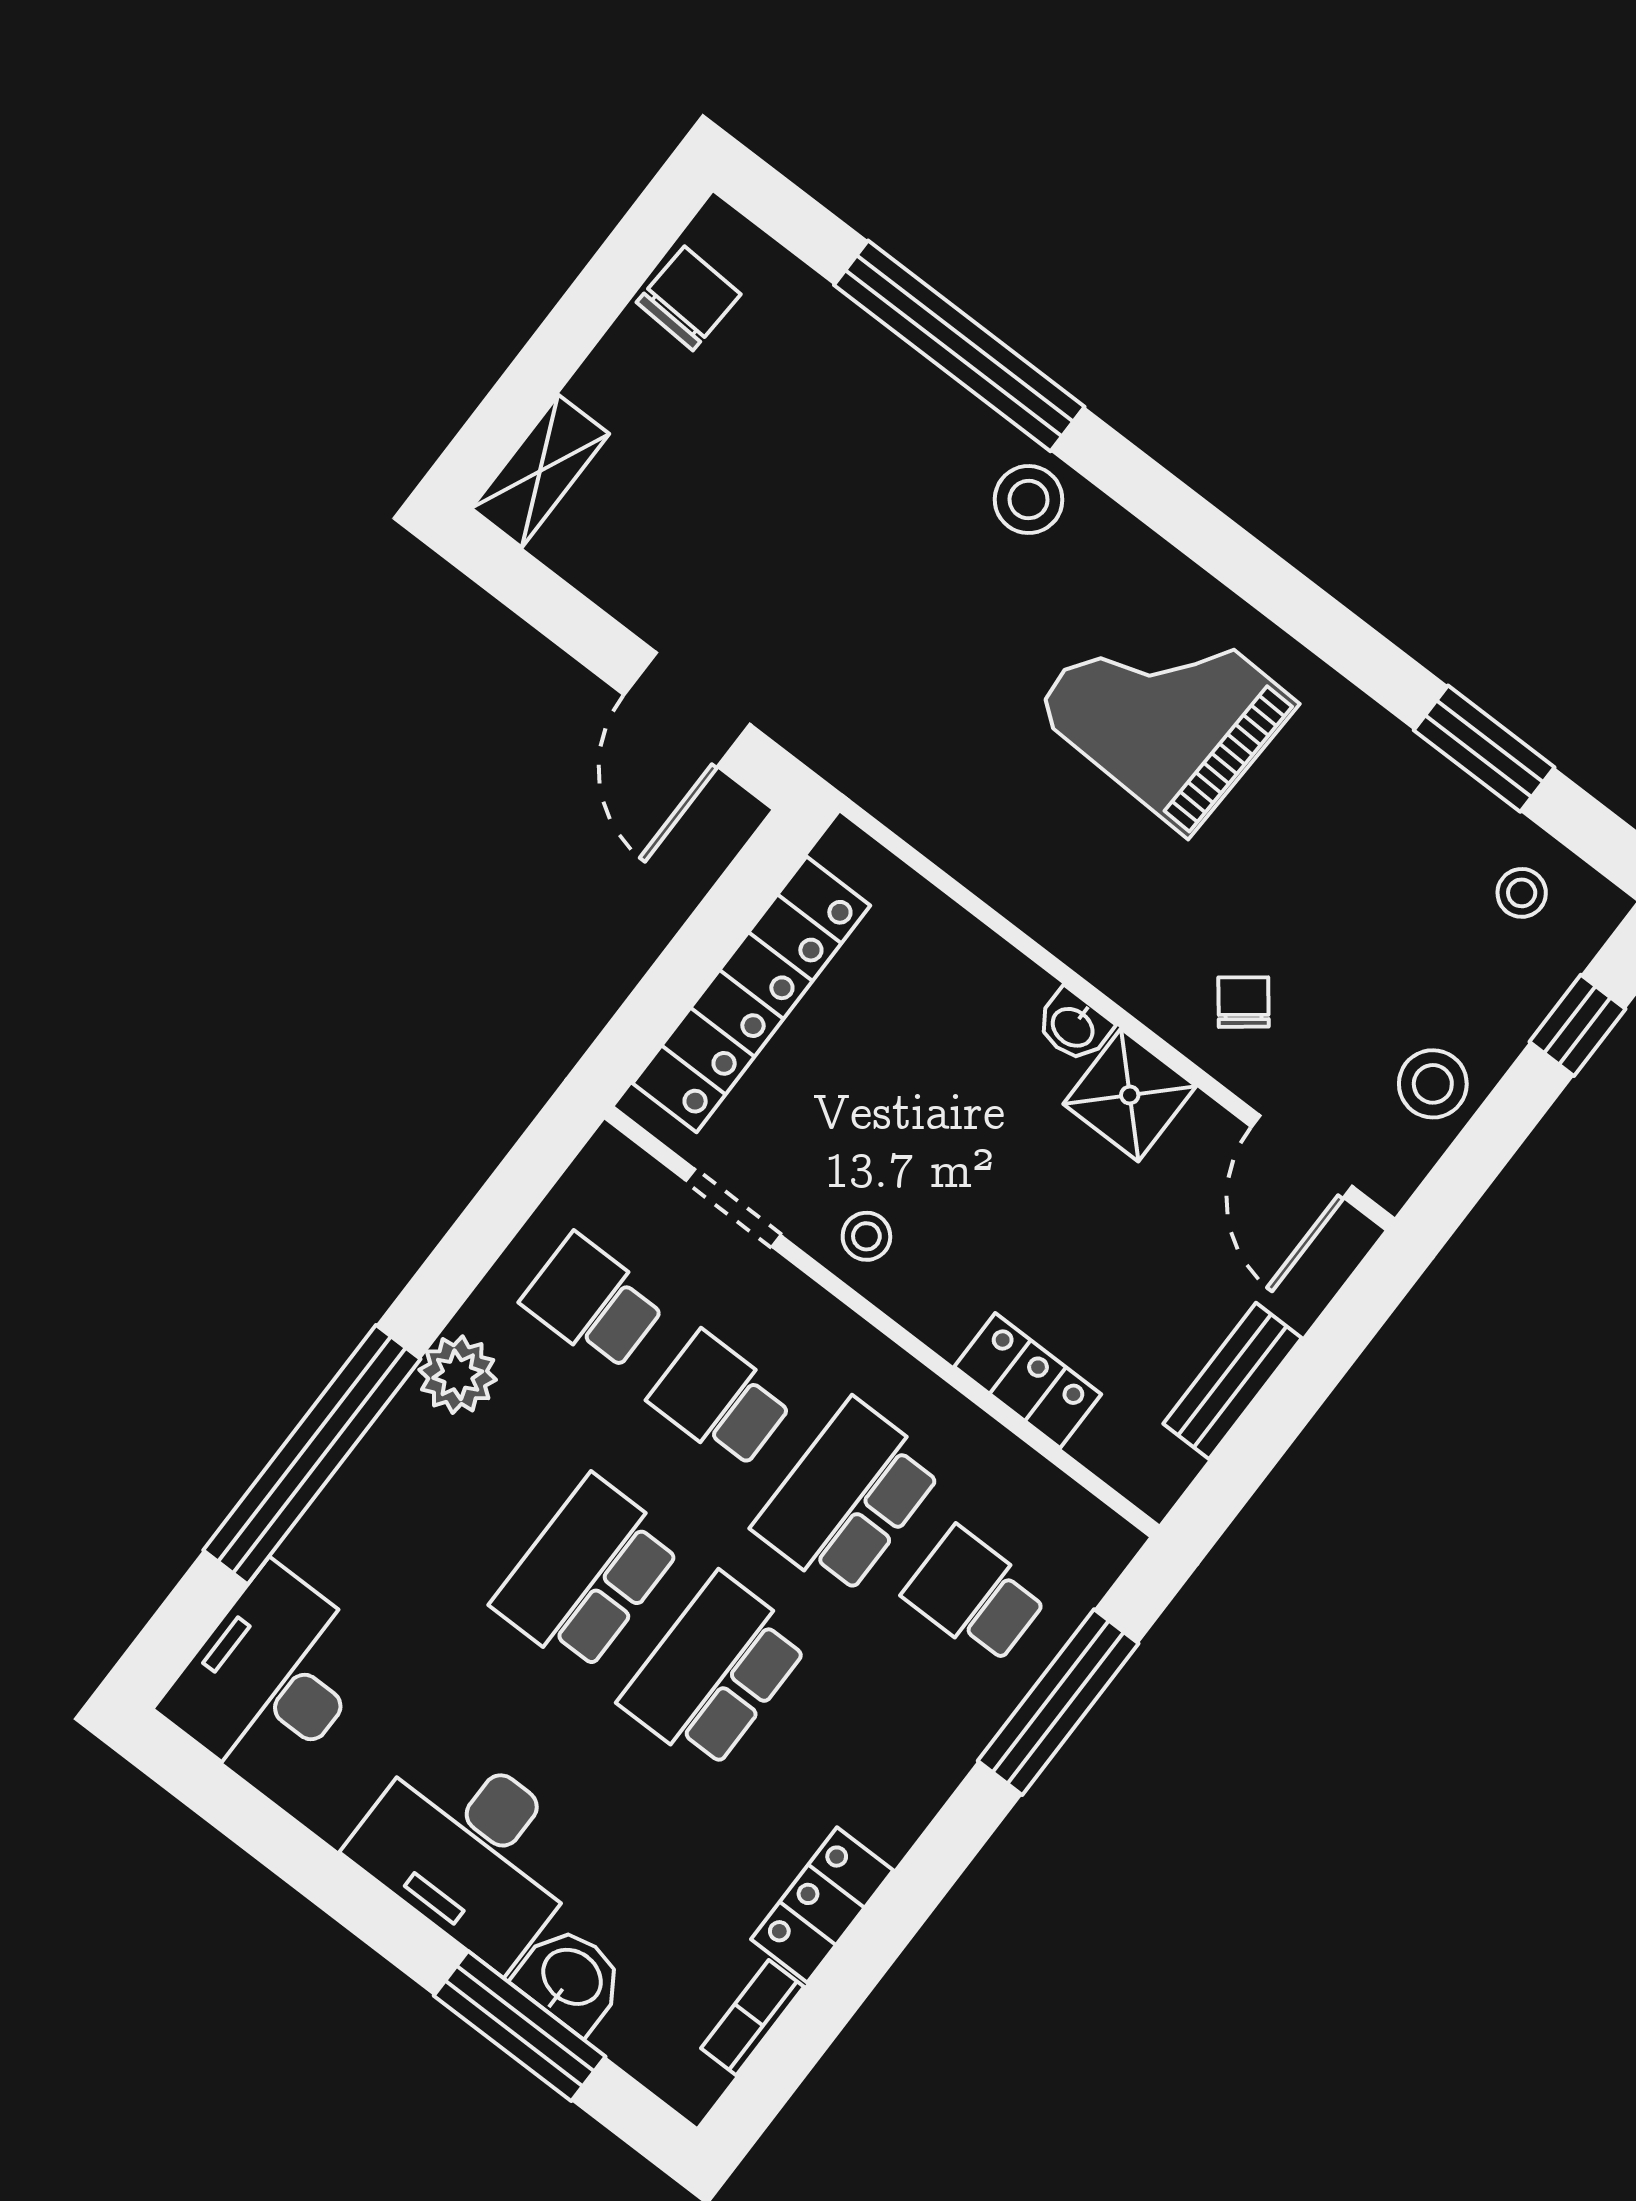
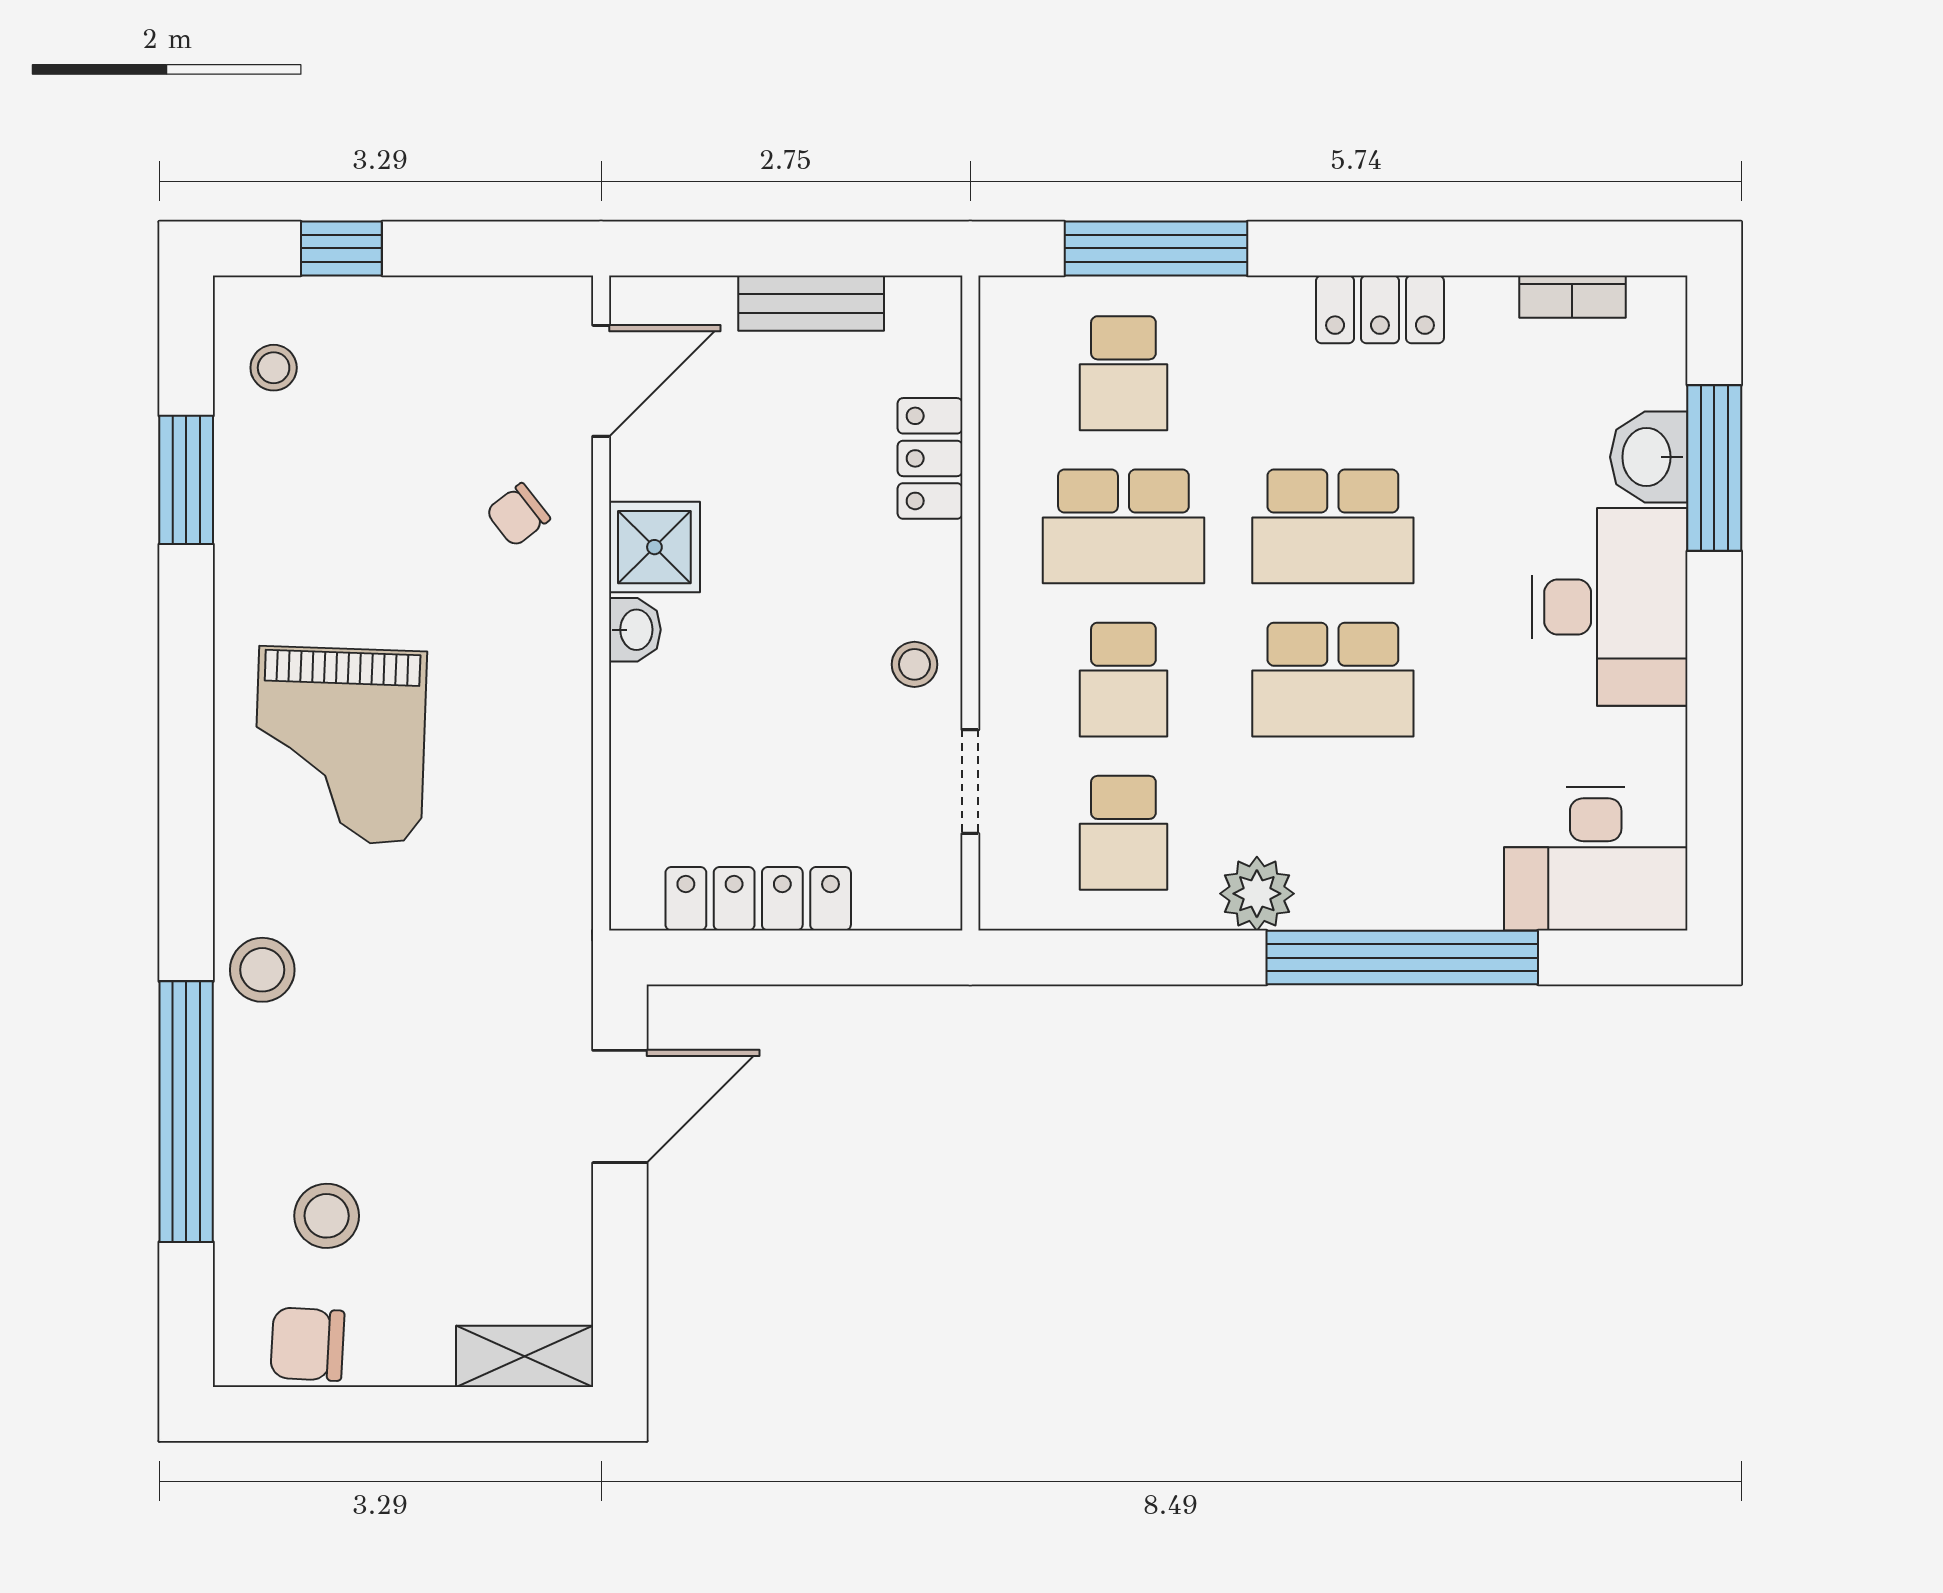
locker: (751, 994) -> (758, 899), width x0.71, depth x0.83
stool: (1433, 1084) -> (327, 1216), moved
locker: (822, 1905) -> (1380, 309), moved

